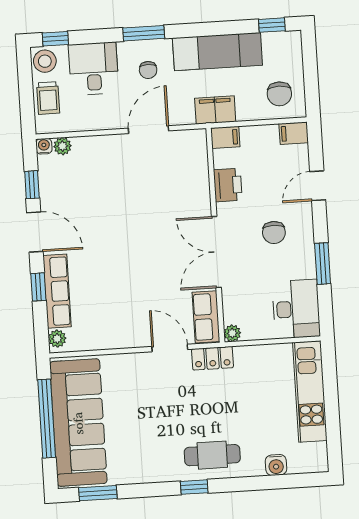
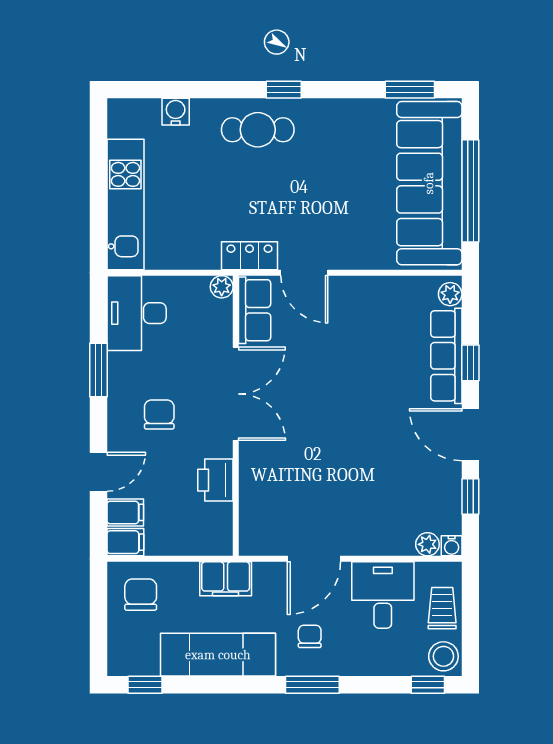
desk: (94, 69) -> (383, 595), moved, turned 180
filing cabinet: (225, 137) -> (125, 512), moved, turned 180

